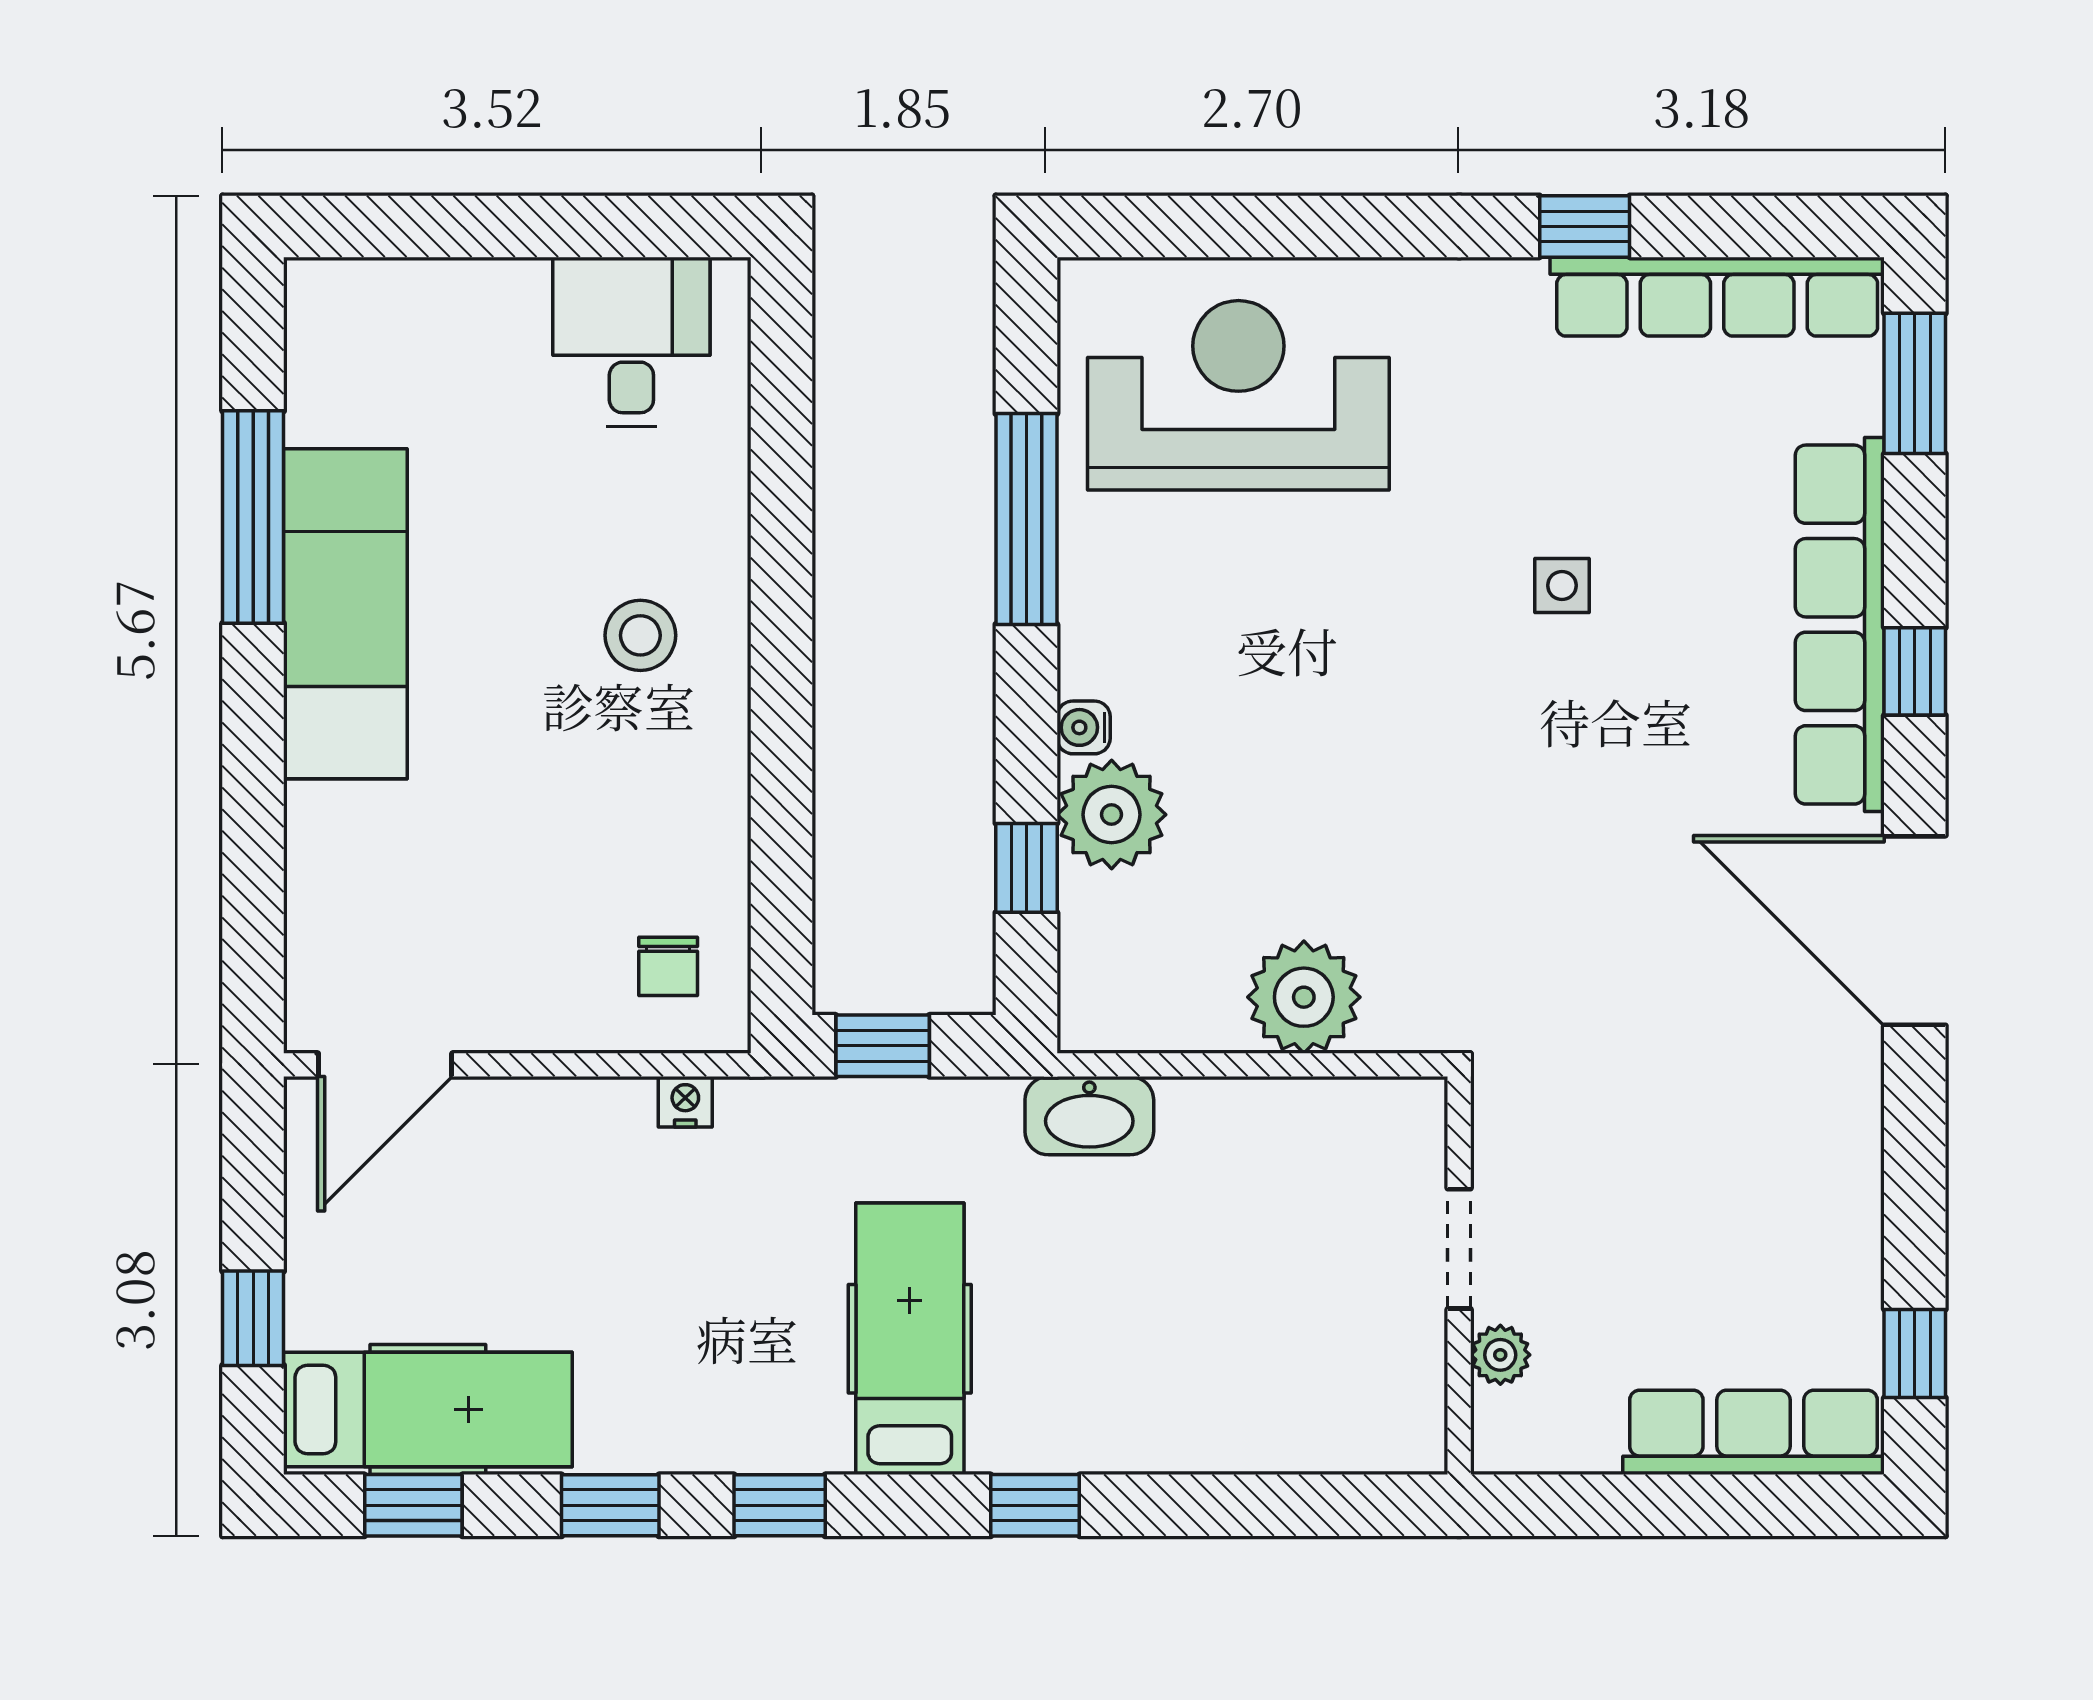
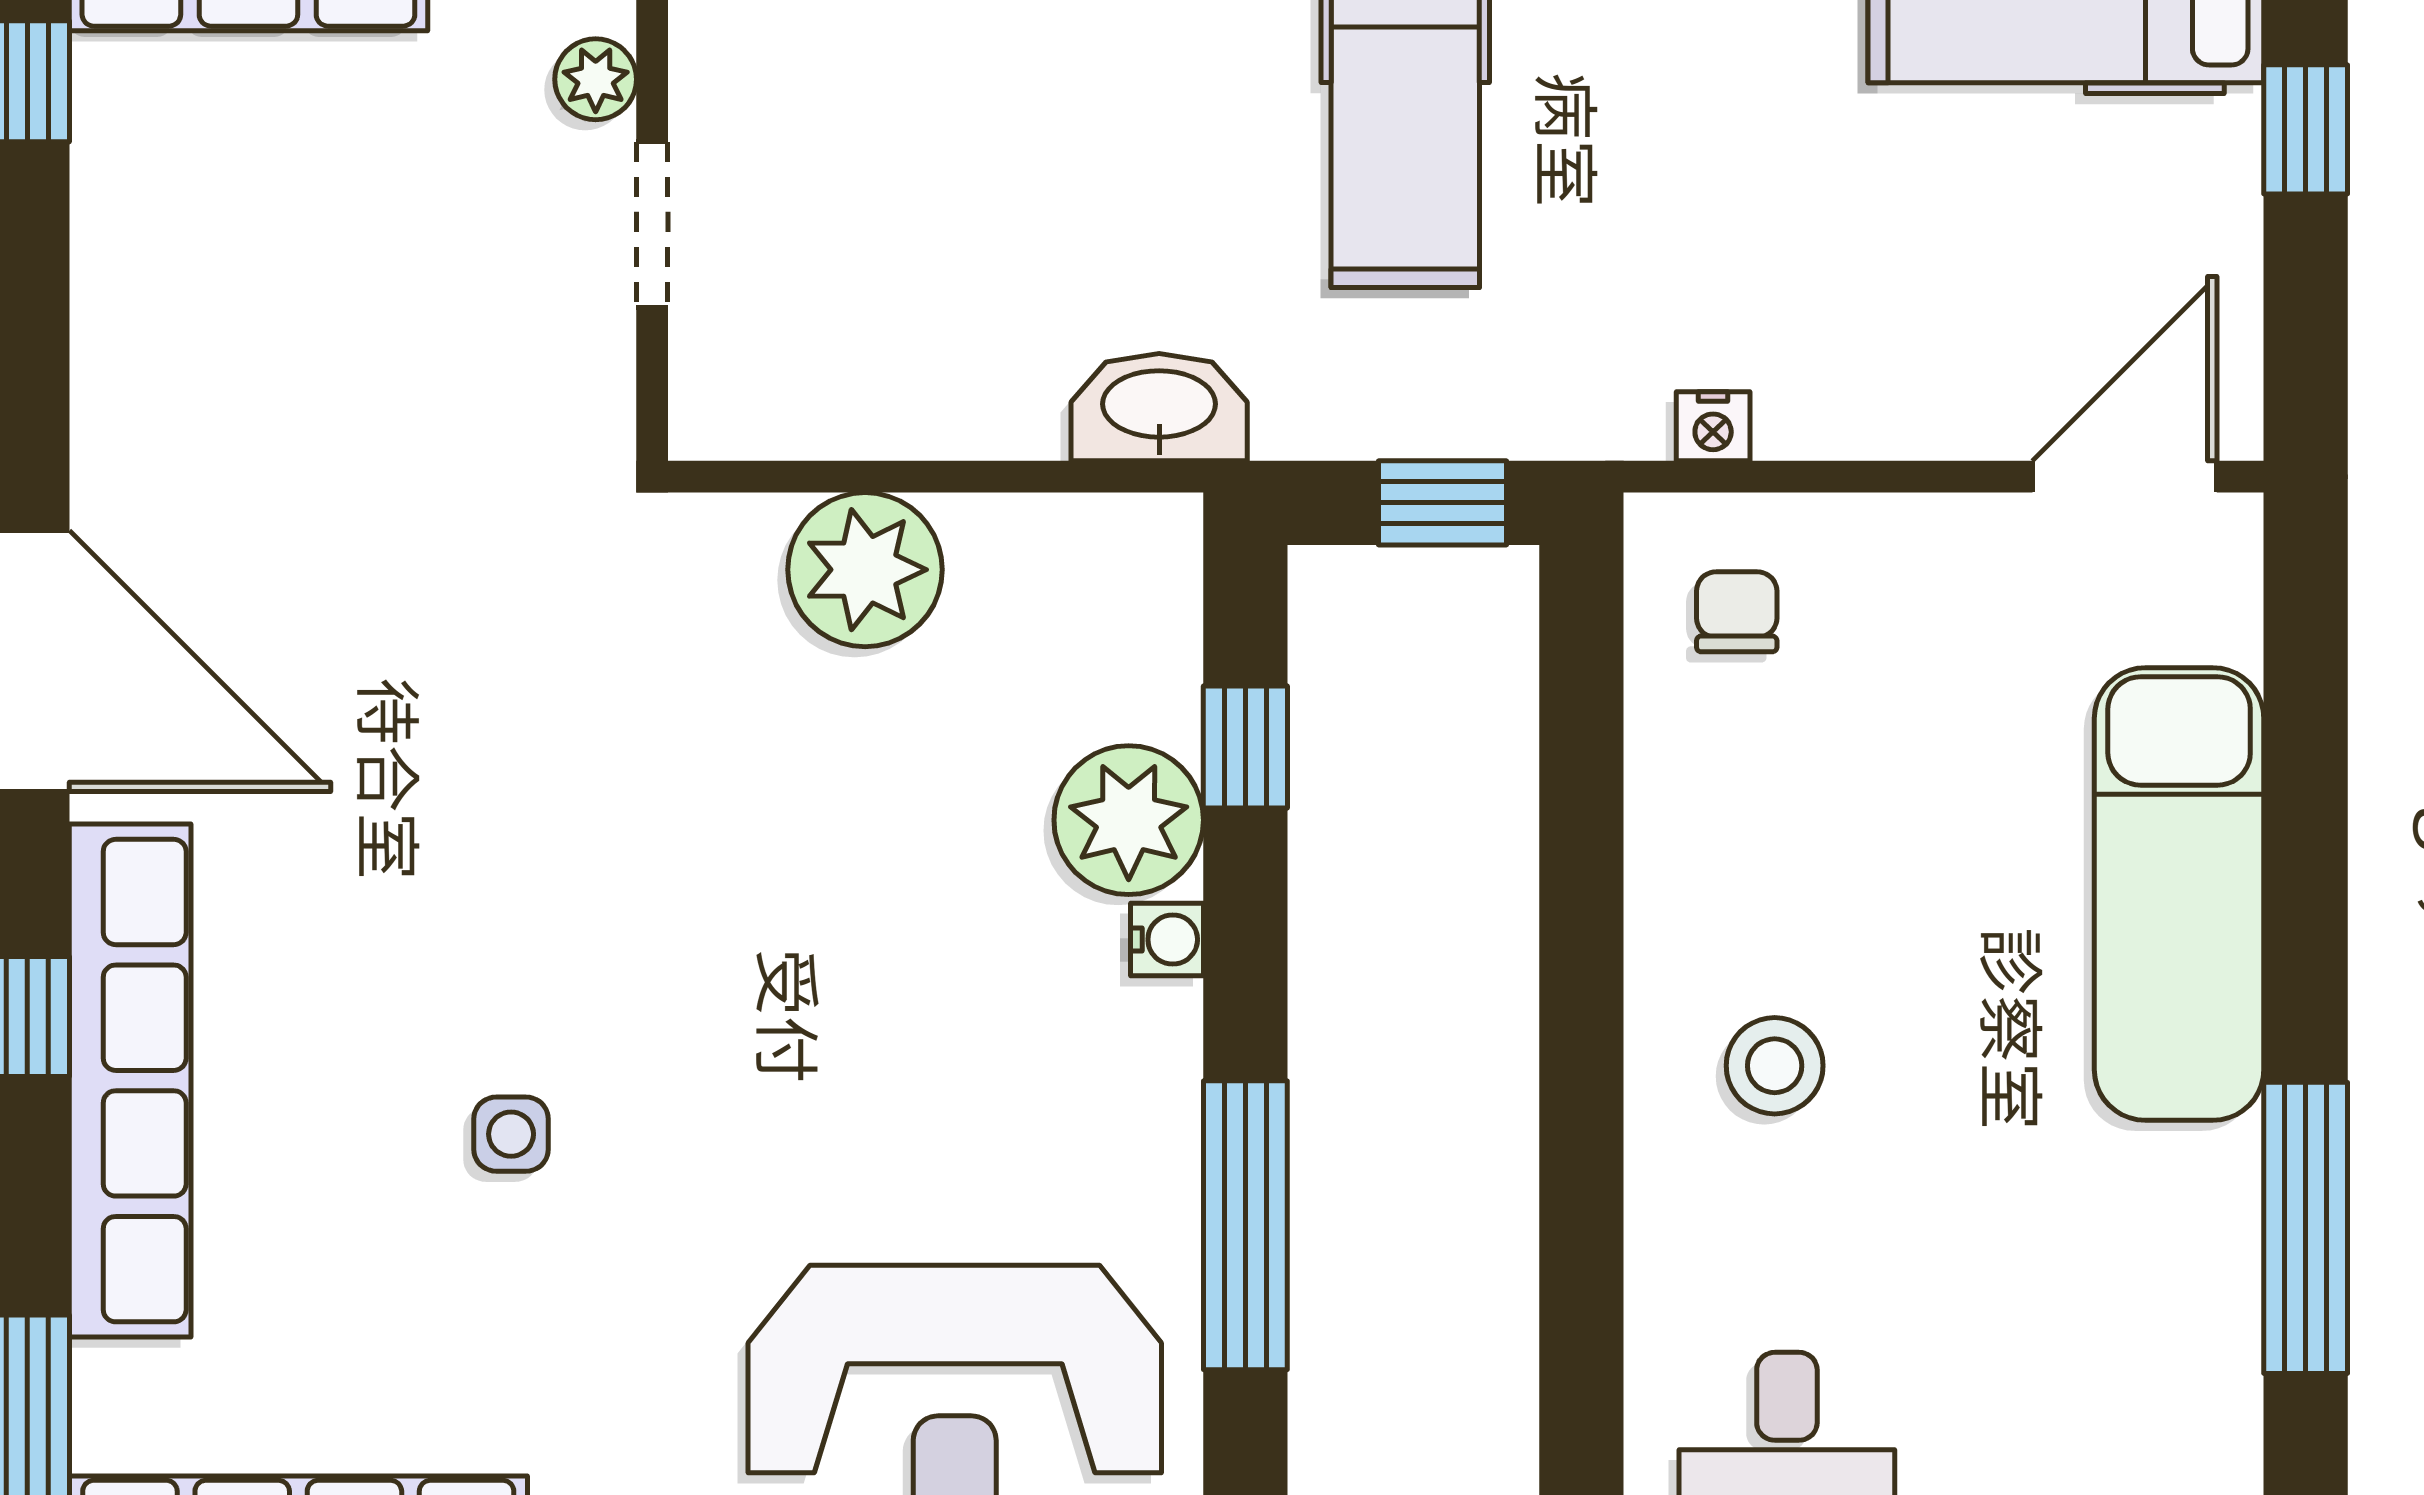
exam couch: (345, 614) -> (2179, 894), moved

